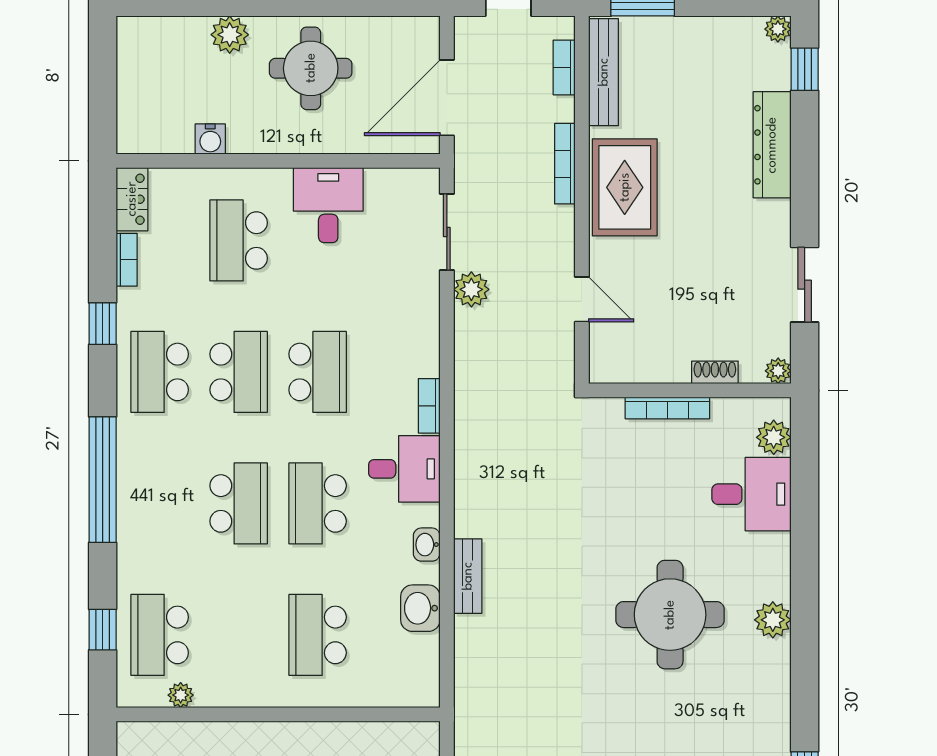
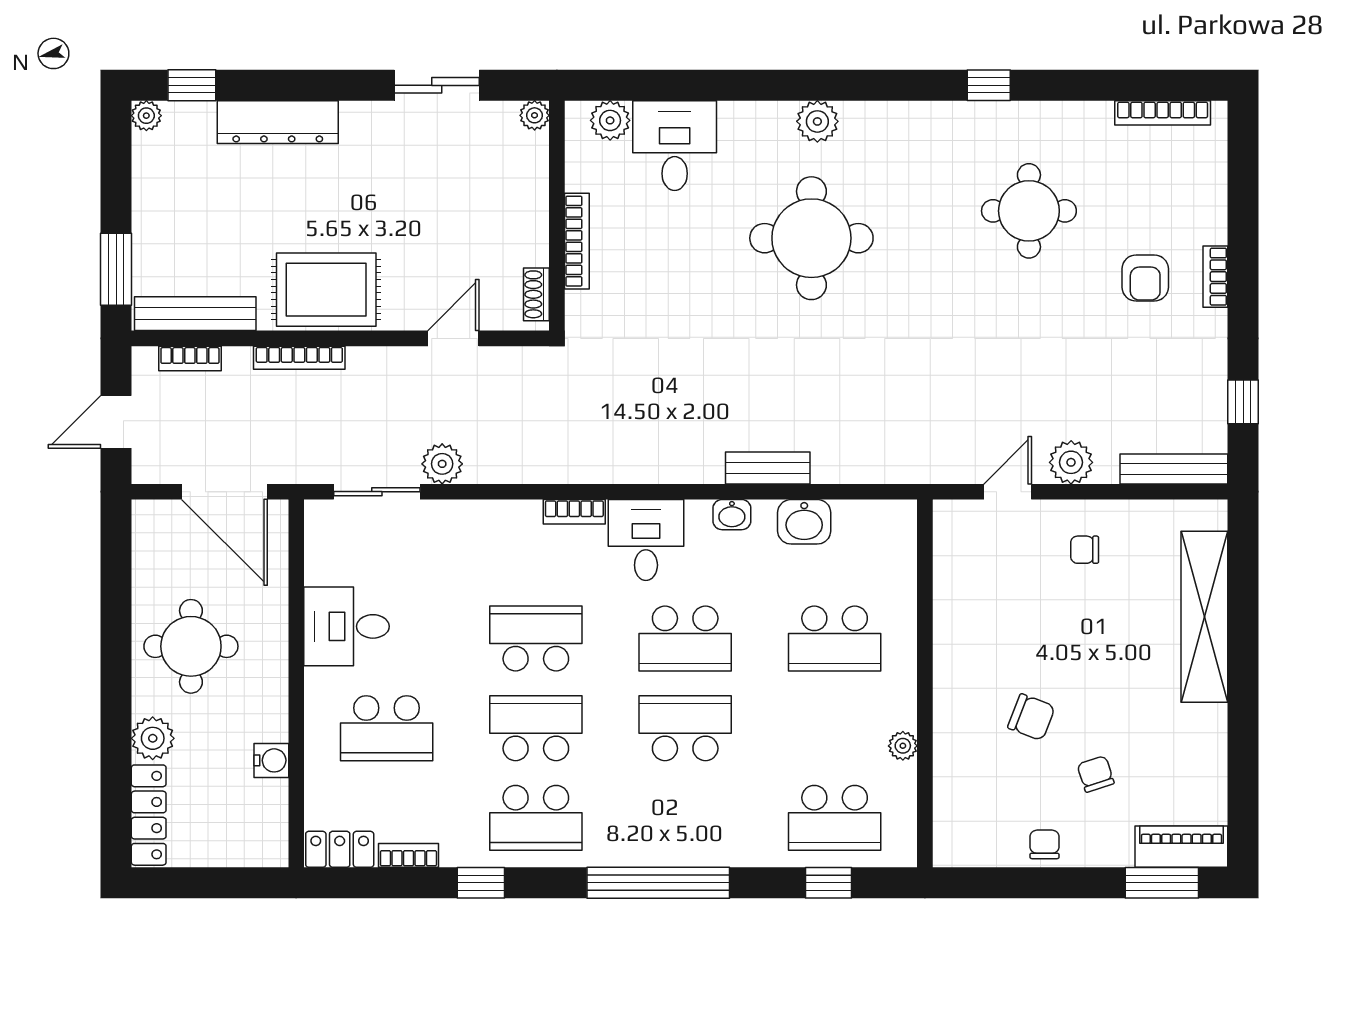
locker: (162, 31) -> (149, 815), added
shoe rack: (715, 372) -> (536, 294), moved
plant: (181, 695) -> (903, 746), moved

